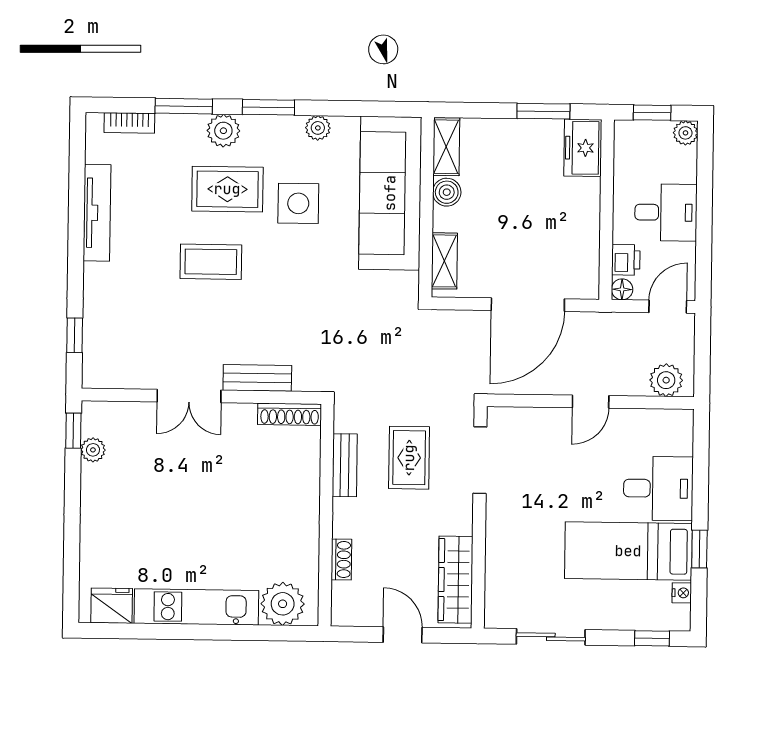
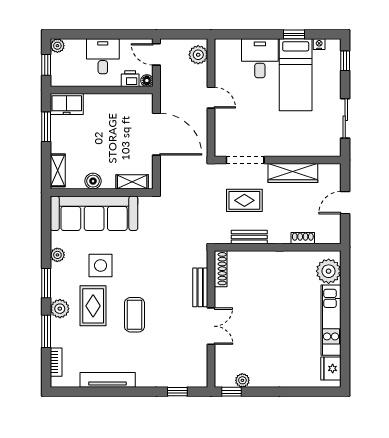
shelving: (446, 147) -> (58, 170), moved, turned 90
wardrobe: (455, 580) -> (293, 173), moved

